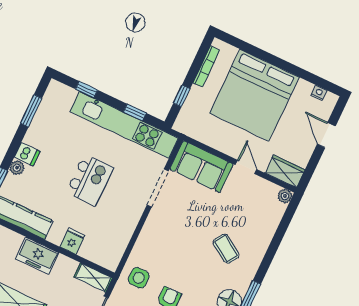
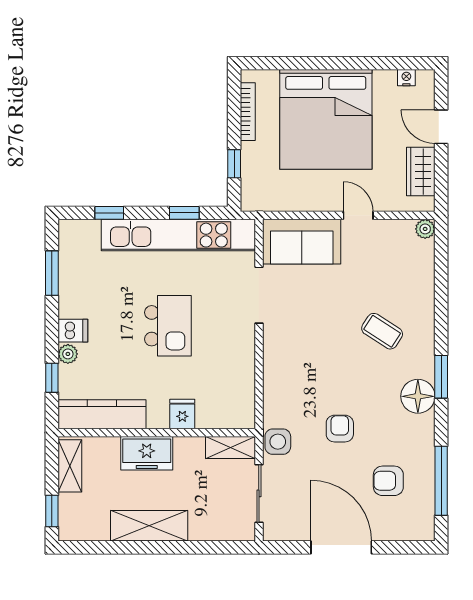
wardrobe: (285, 171) -> (421, 172), moved, turned -90
side table: (139, 278) -> (278, 442), moved

